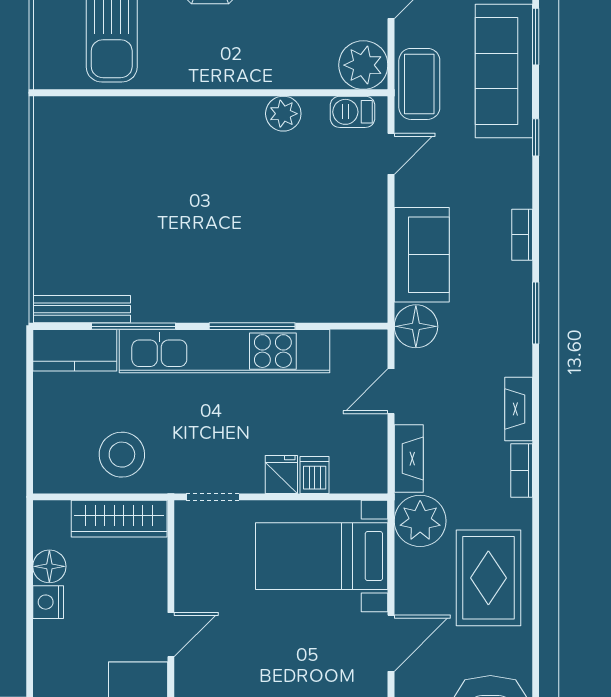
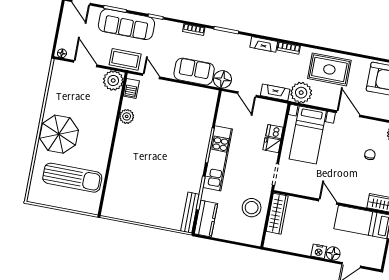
kitchen unit: (224, 351) -> (218, 158), width x0.73
floor lamp: (49, 566) -> (333, 253), moved
nightstand: (48, 602) -> (319, 251), moved

